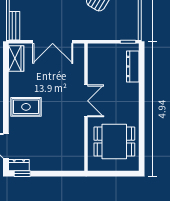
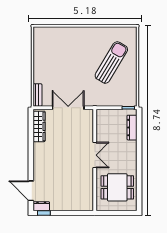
double door: (53, 42) -> (68, 108), swing flipped
wardrobe: (16, 59) -> (39, 126), width x1.50
rug: (26, 107) -> (47, 160), removed

